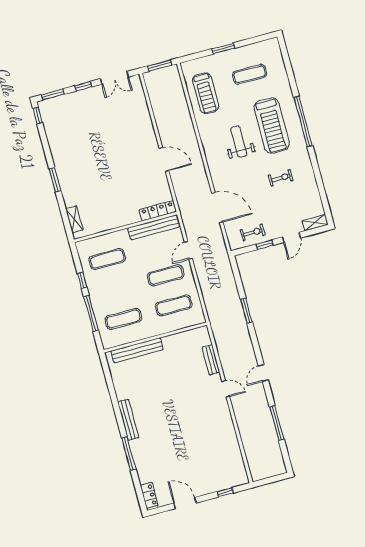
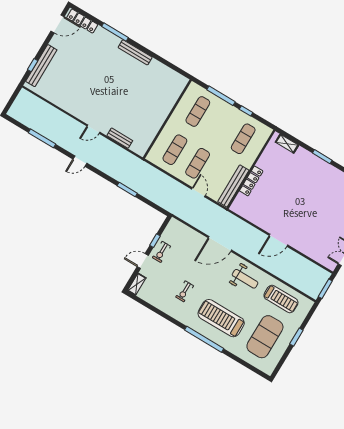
exercise mat: (250, 74) -> (265, 337), width x2.00, depth x1.45
treadmill: (206, 93) -> (281, 299), turned 180
weight bench: (239, 142) -> (245, 279), moved
door: (164, 160) -> (278, 240), moved
door: (217, 208) -> (220, 244), moved
locker: (158, 211) -> (251, 181), moved
exercise bike: (253, 232) -> (161, 252), moved
door: (291, 237) -> (143, 261), hinge flipped
bench: (137, 350) -> (41, 66), moved
door: (263, 373) -> (80, 161), swing flipped
locker: (149, 495) -> (82, 21), width x1.53
door: (185, 503) -> (58, 24), moved

